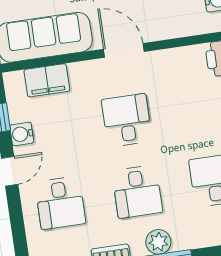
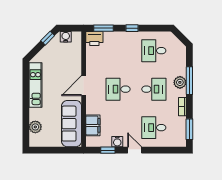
desk: (60, 203) -> (154, 128), turned 180

